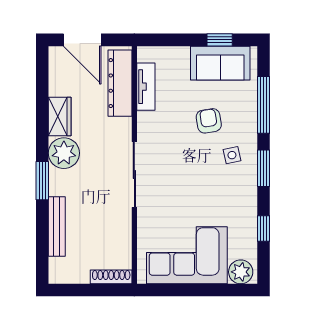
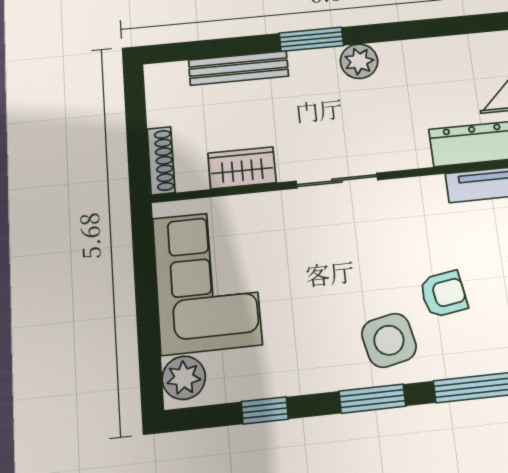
wardrobe: (60, 117) -> (242, 168), moved, turned 180
plant: (64, 153) -> (359, 61), width x0.73, depth x0.73
side table: (232, 155) -> (389, 340), width x1.87, depth x1.87
sliding door: (134, 174) -> (337, 181), width x0.73

